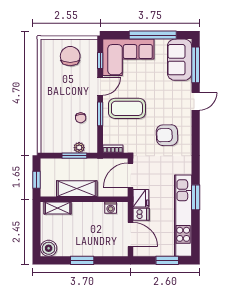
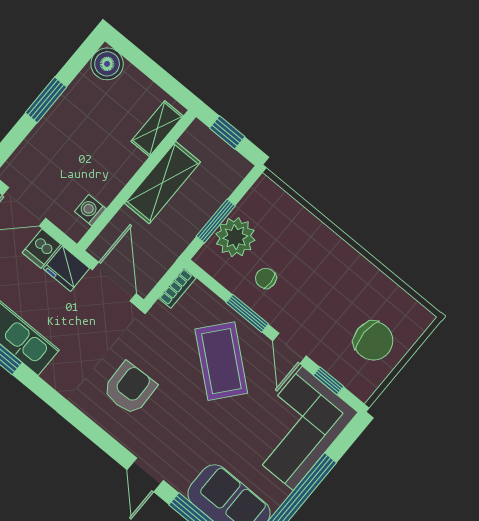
coffee table: (127, 108) -> (221, 361), turned -50
plant: (79, 148) -> (235, 237), width x1.88, depth x1.88

